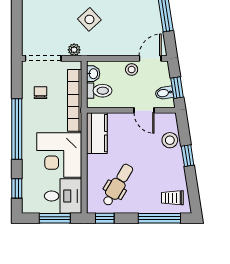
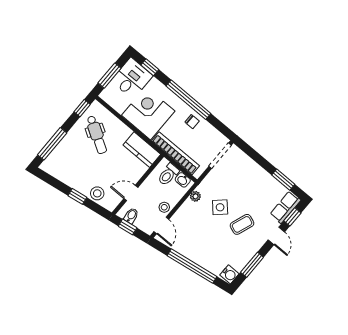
plant: (74, 50) -> (195, 196), moved
chair: (41, 93) -> (192, 122), moved
desk: (63, 196) -> (132, 78), moved, turned 180
trolley: (172, 198) -> (58, 163), removed

